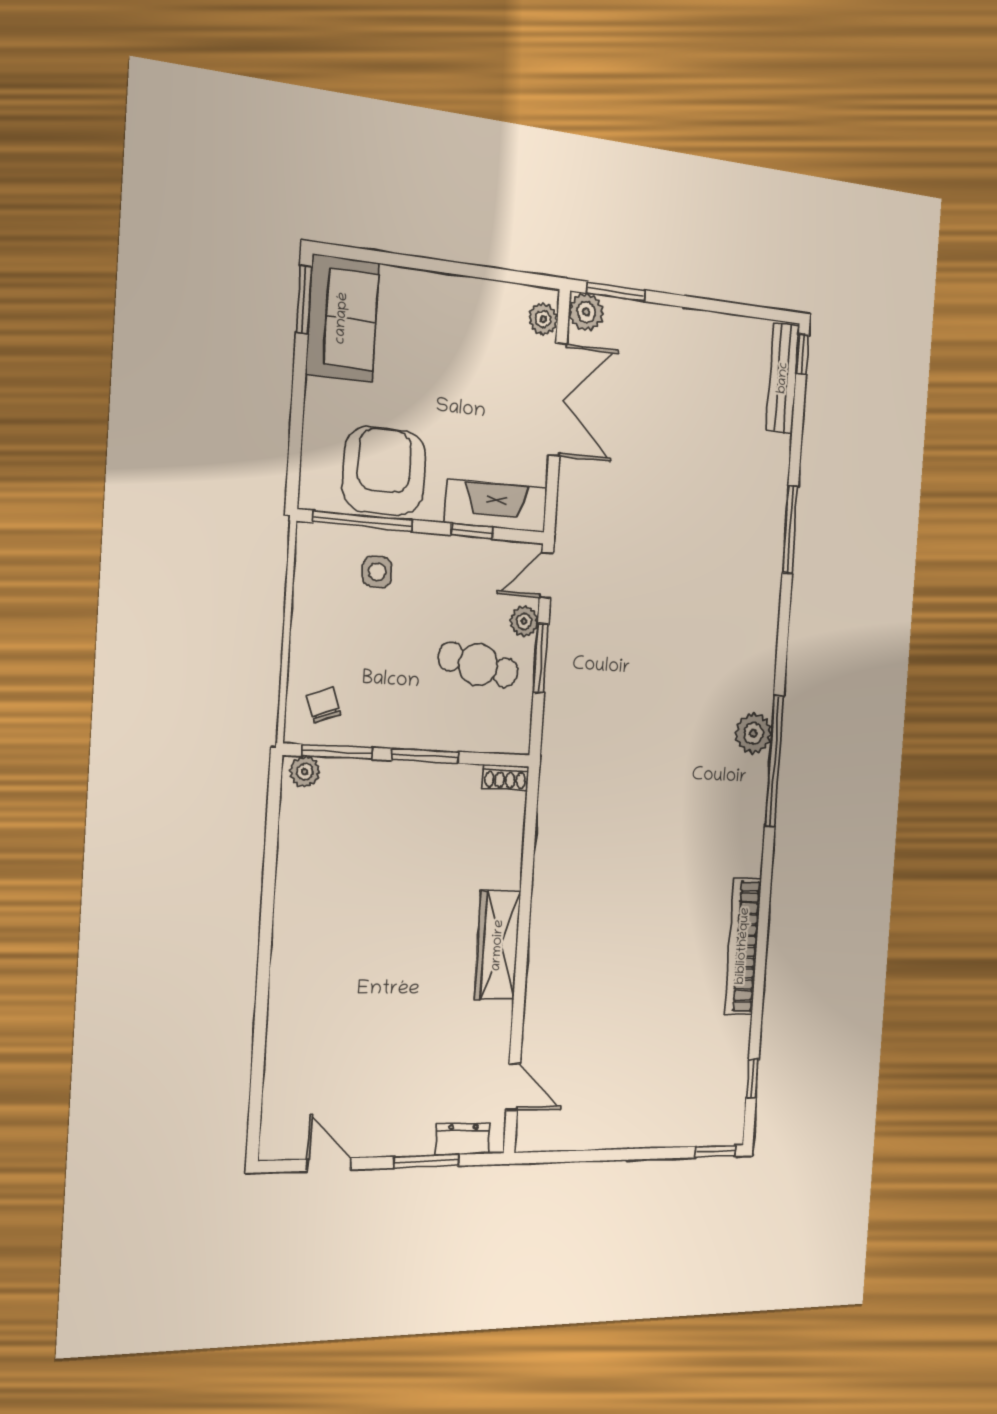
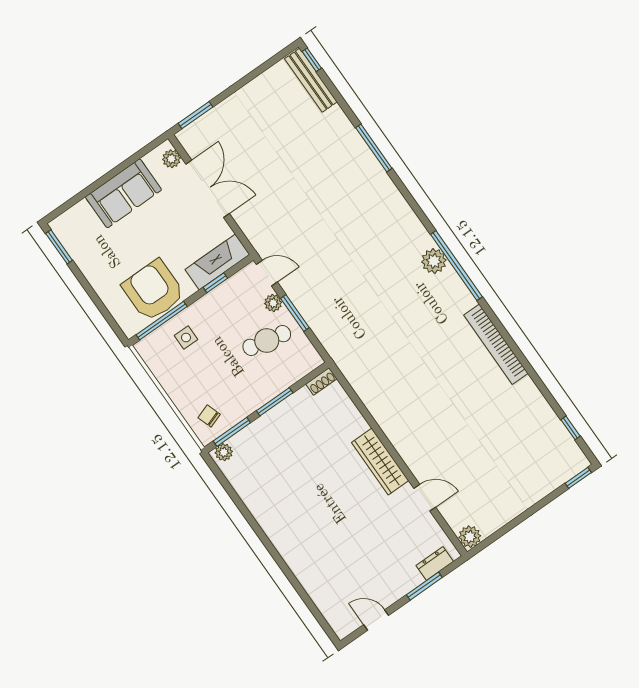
plant: (586, 312) -> (470, 537), moved
sofa: (342, 318) -> (123, 193), moved, turned 90
door: (546, 575) -> (267, 273), swing flipped
bookcase: (743, 946) -> (496, 344), moved
door: (513, 1087) -> (425, 498), moved

